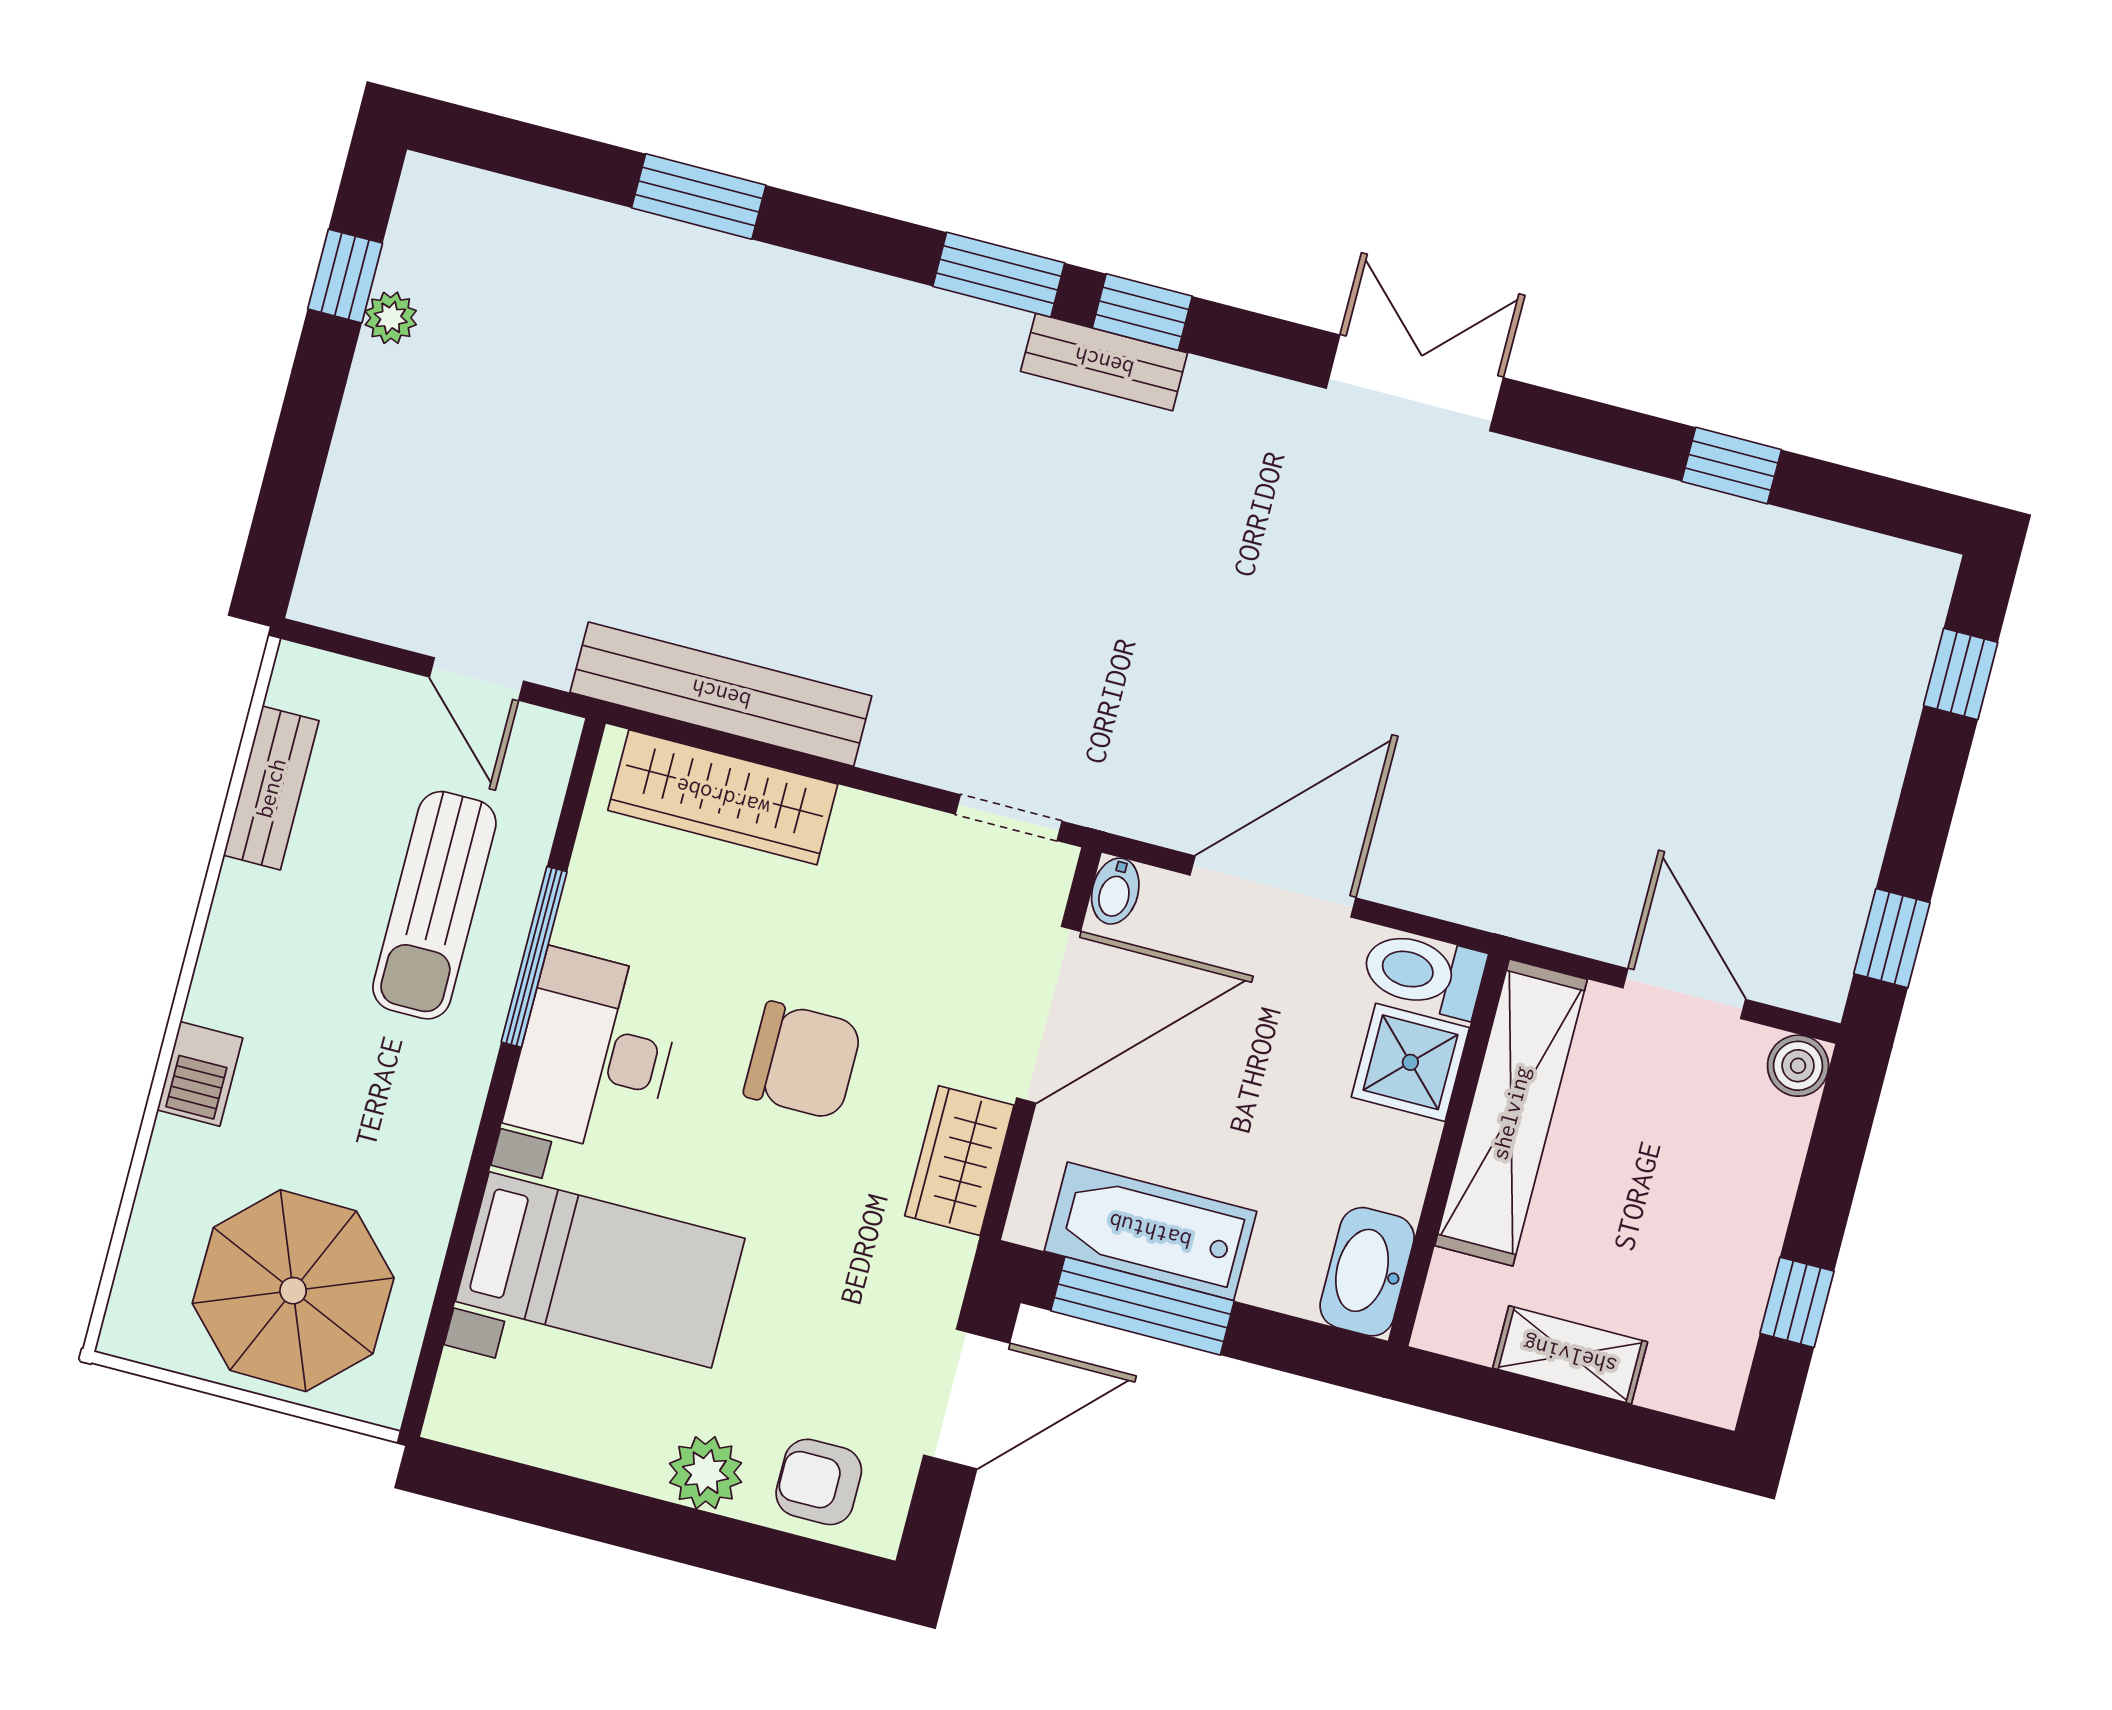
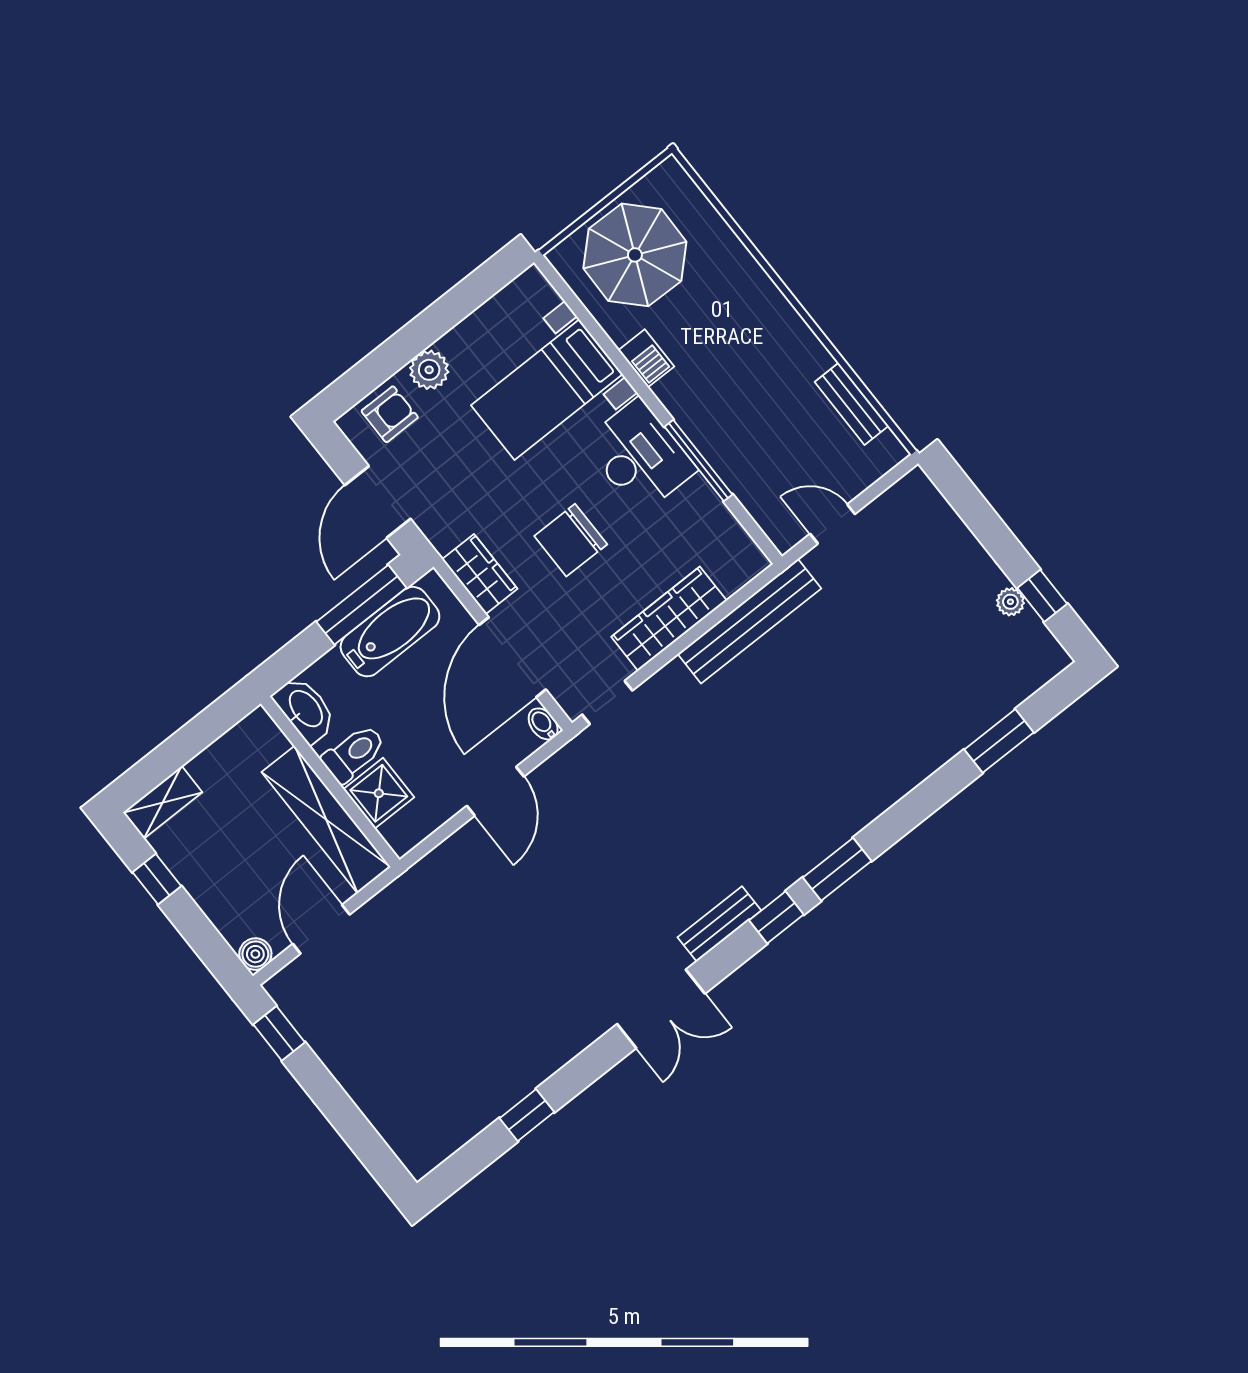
window: (699, 196) -> (999, 741), moved
bench: (1104, 362) -> (719, 924), moved
window: (1961, 674) -> (368, 1145), removed
wardrobe: (723, 797) -> (669, 619), moved
door: (1273, 886) -> (495, 791), width x0.73
sun lounger: (434, 905) -> (751, 435), removed
toilet: (1424, 973) -> (354, 753), moved
door: (1684, 994) -> (321, 929), swing flipped
barbecue: (200, 1074) -> (646, 358), moved, turned 180
shelving: (1570, 1355) -> (163, 802), moved

